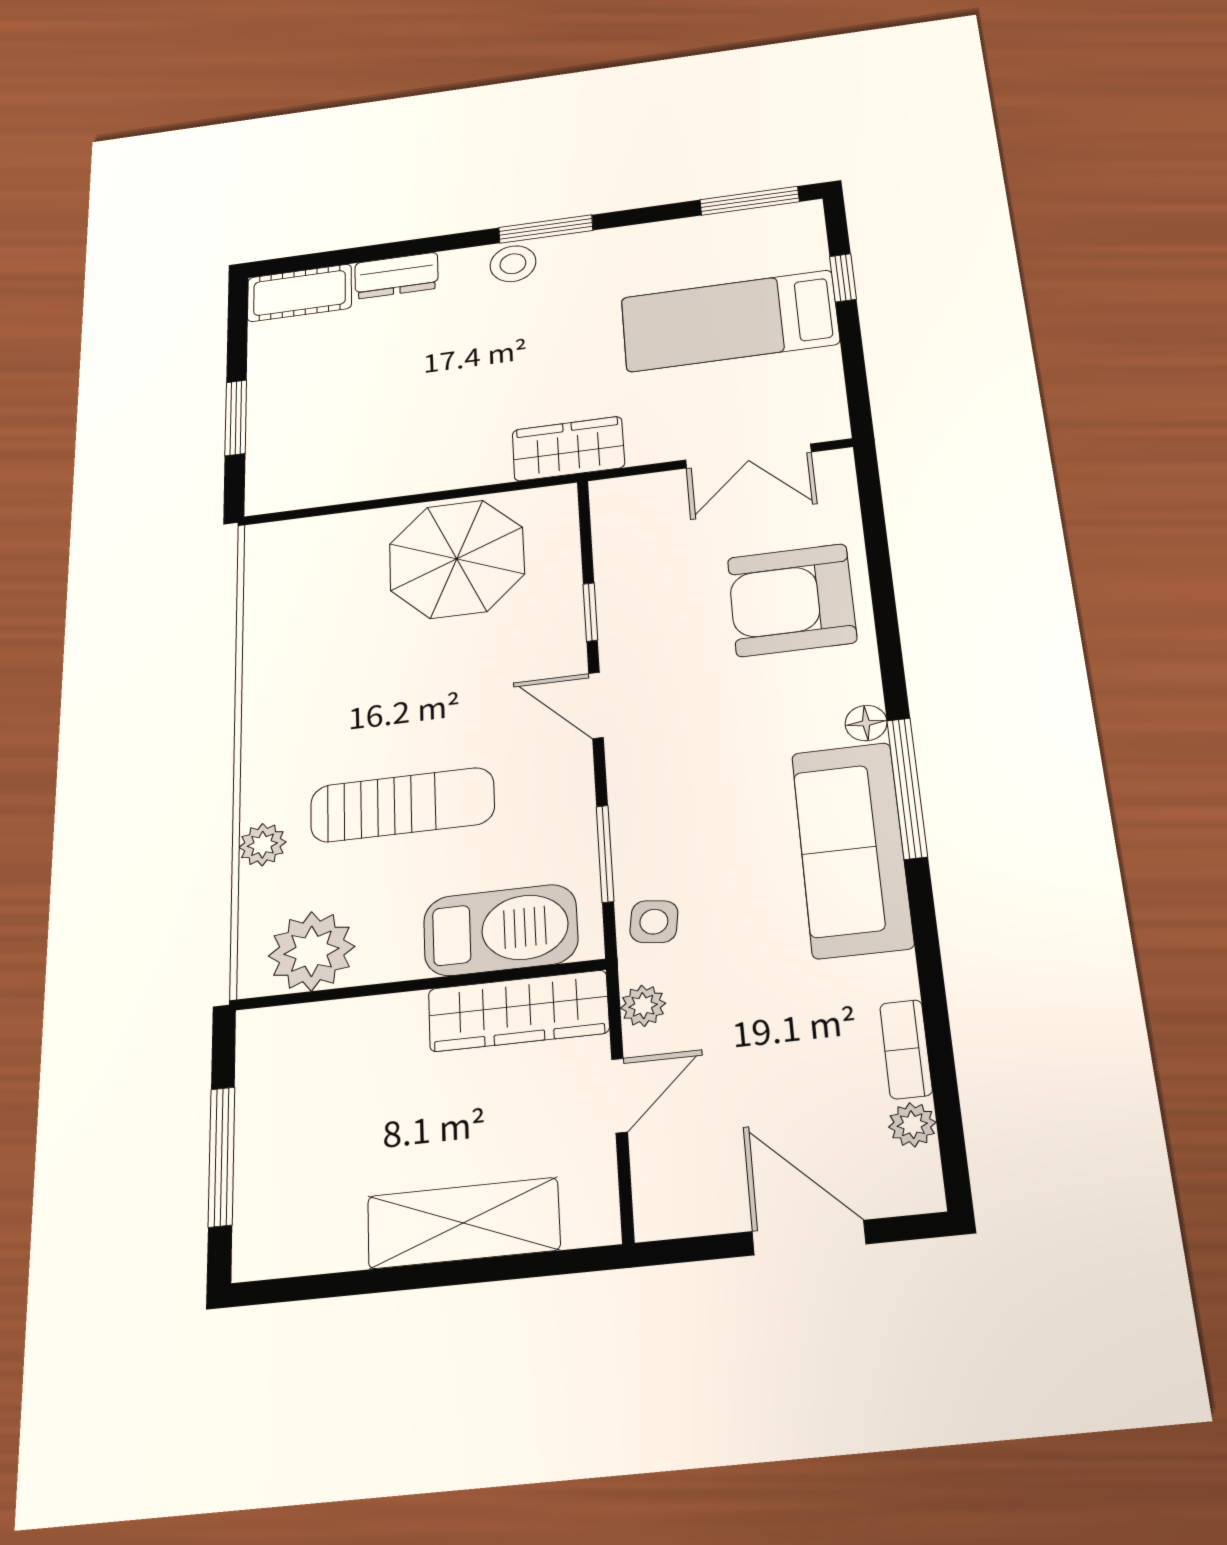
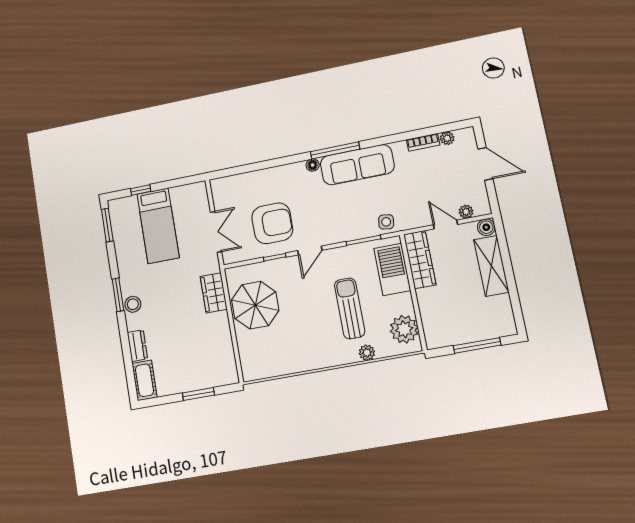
wardrobe: (568, 449) -> (214, 293), moved
double door: (748, 456) -> (216, 232), moved
armchair: (792, 600) -> (272, 223), moved, turned -90
plant: (643, 1006) -> (466, 212), moved
boiler: (592, 1220) -> (486, 227), added
door: (809, 1238) -> (485, 164), swing flipped

